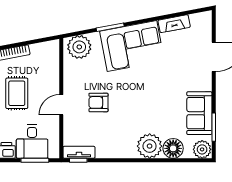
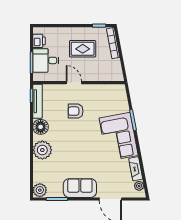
plant: (79, 47) -> (139, 186), moved, width x0.53, depth x0.53
armchair: (98, 102) -> (76, 111), turned -90
sofa: (199, 113) -> (80, 188), moved
floor lamp: (173, 148) -> (41, 127), moved
tv unit: (79, 152) -> (38, 101), width x1.41

